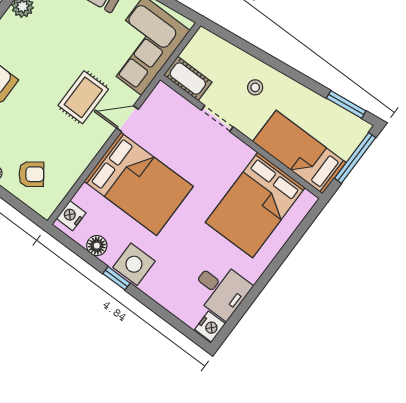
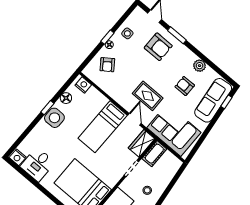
armchair: (61, 31) -> (185, 86), added
wardrobe: (170, 103) -> (142, 143), added
bed: (139, 184) -> (103, 127), width x0.67

